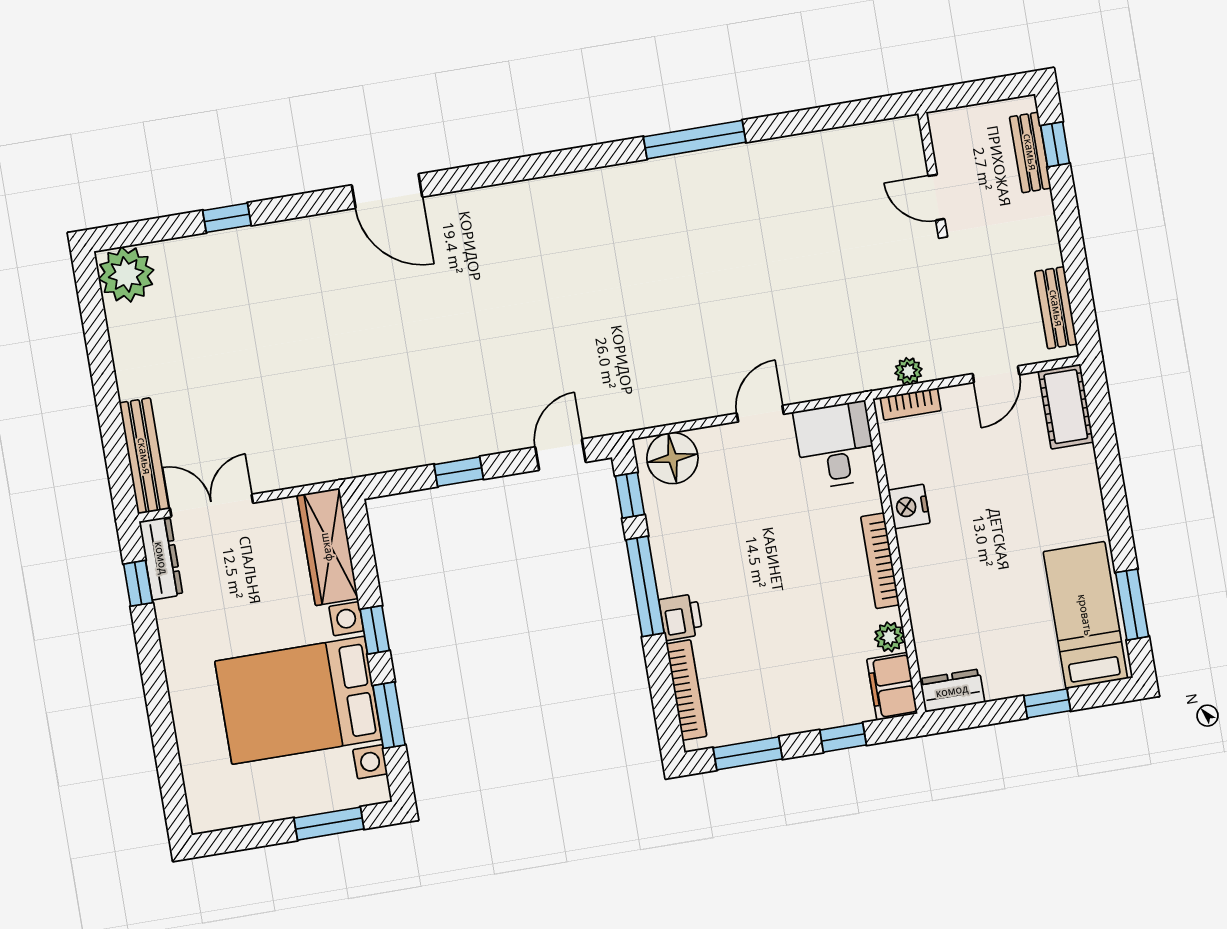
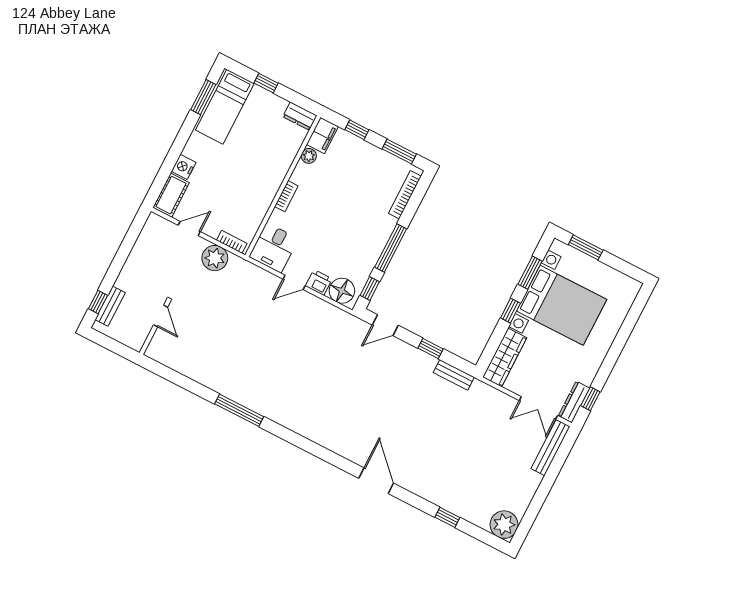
bench: (1056, 308) -> (454, 375), moved, turned 90
plant: (908, 371) -> (215, 258), width x1.88, depth x1.88
nightstand: (909, 507) -> (184, 167), moved, turned 180
bookcase: (880, 561) -> (286, 196), width x0.64
printer: (681, 617) -> (319, 282), moved, turned 90

